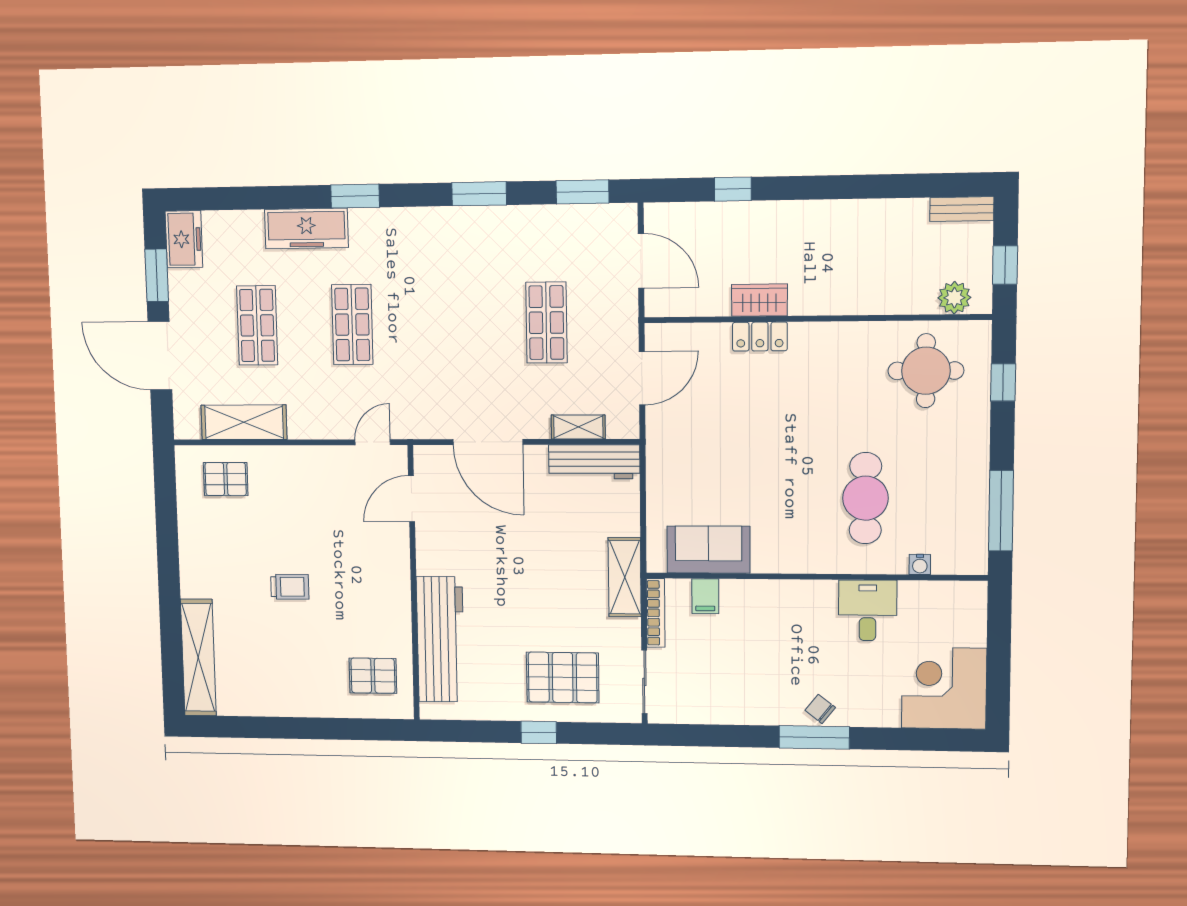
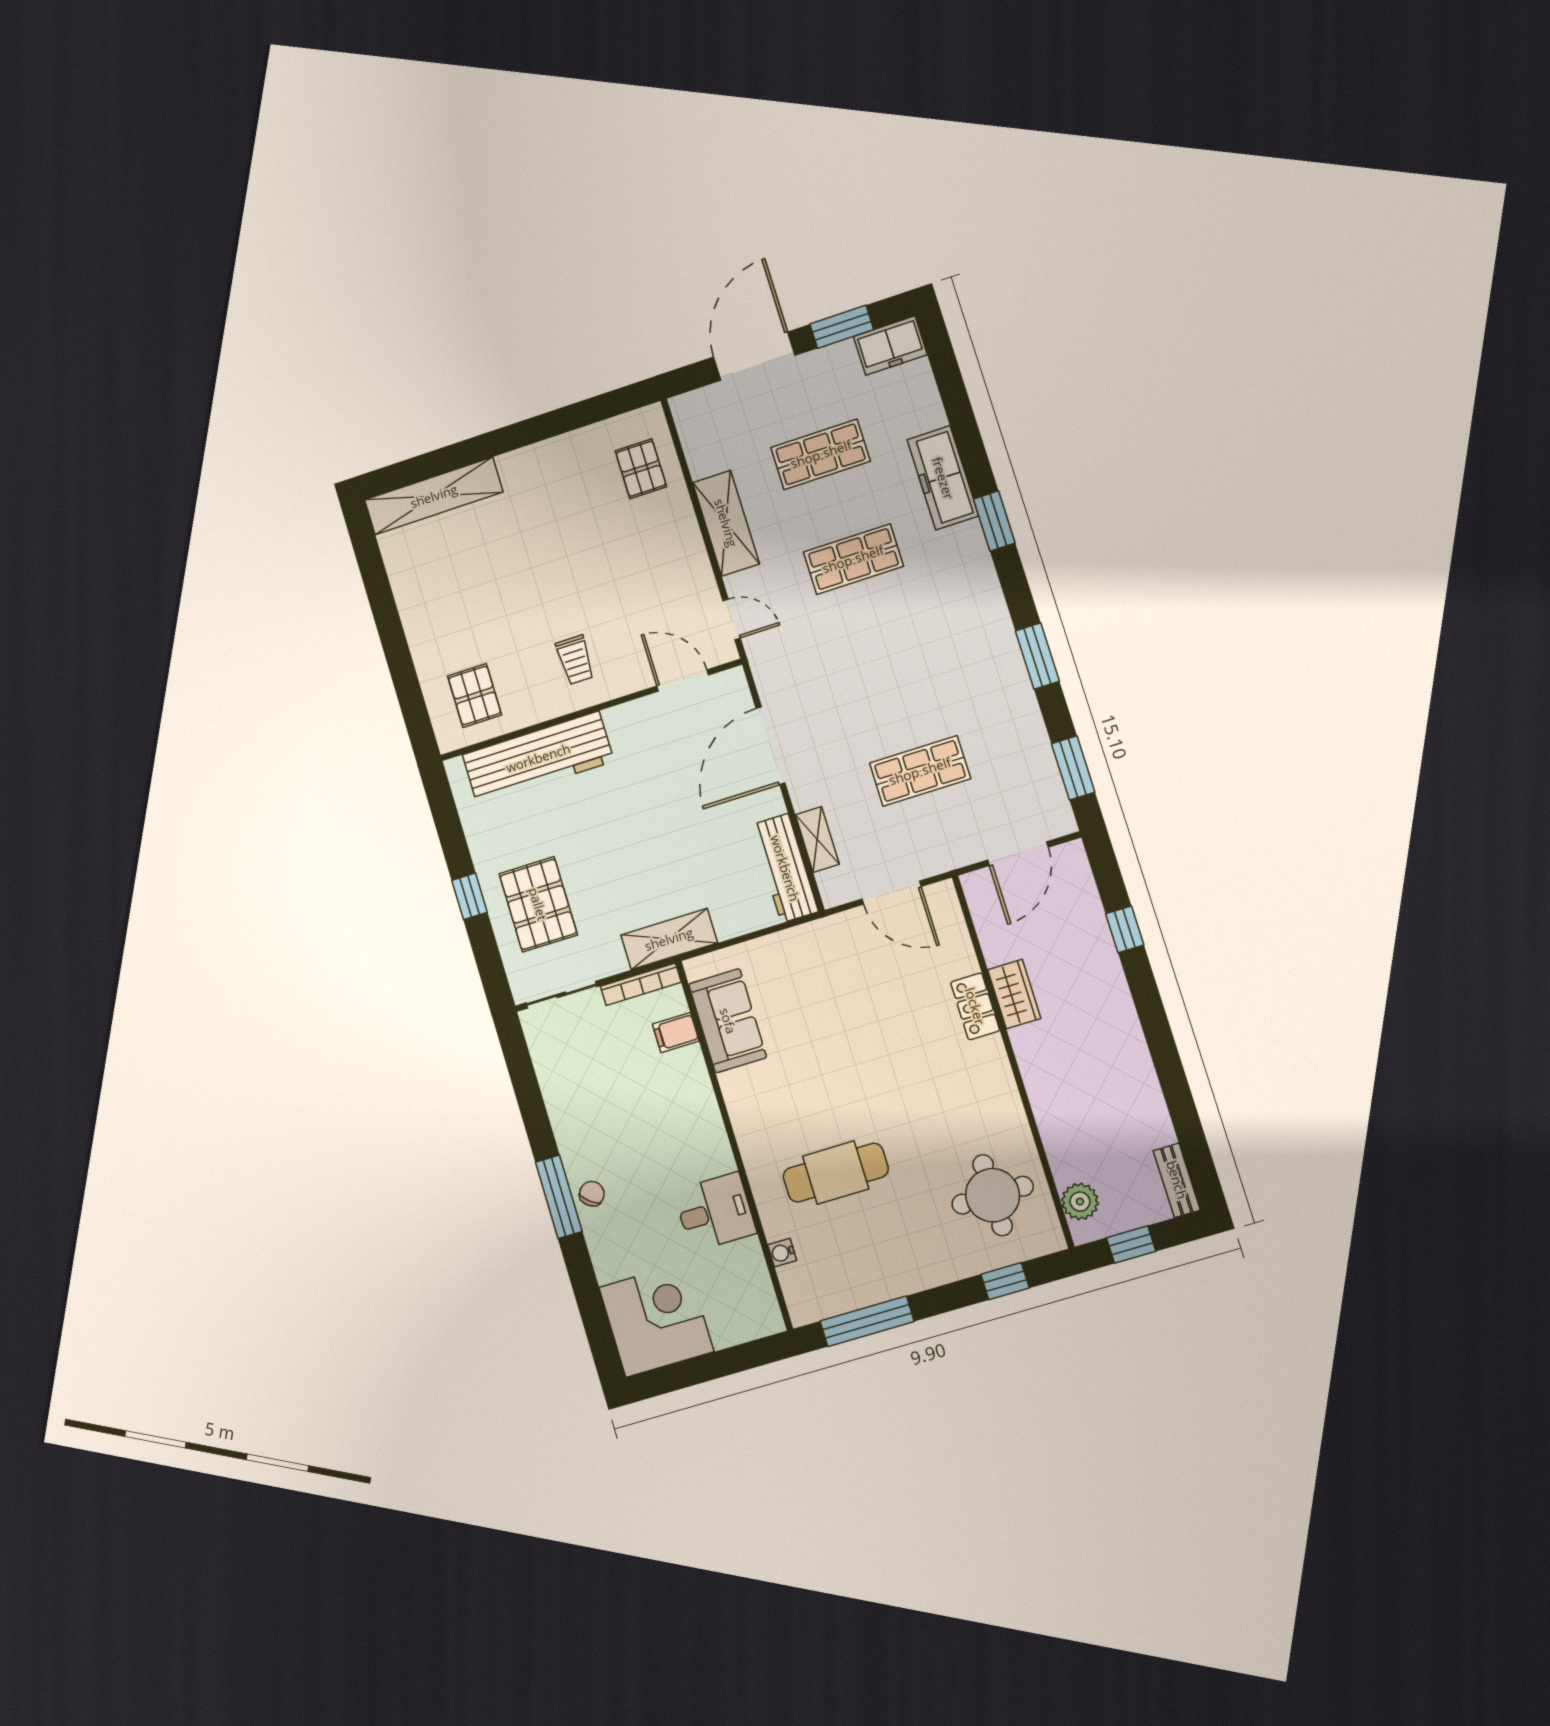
shelving: (244, 422) -> (726, 523), moved
trolley: (290, 587) -> (575, 660), moved

